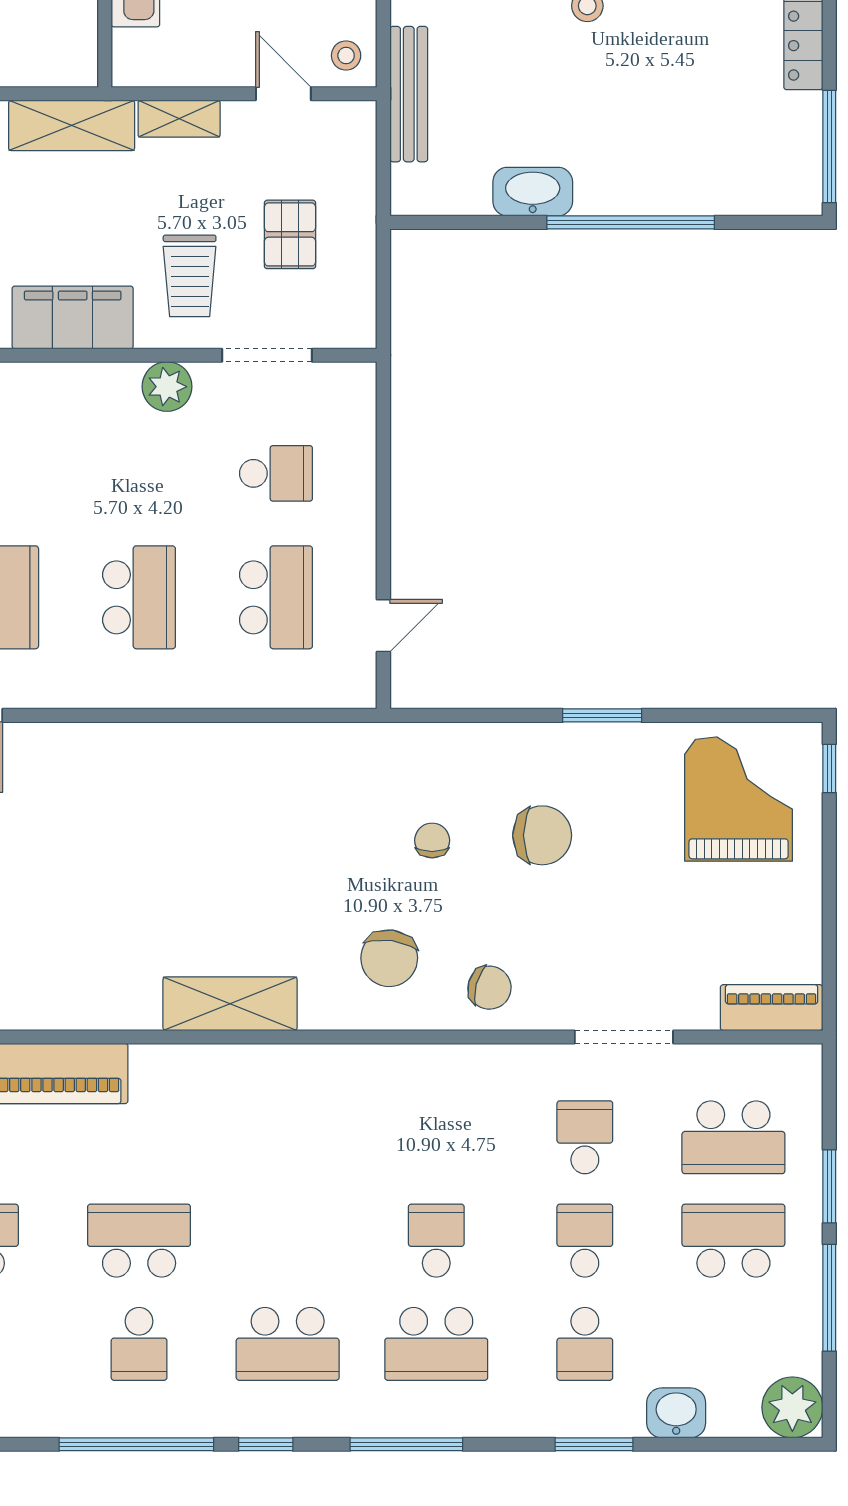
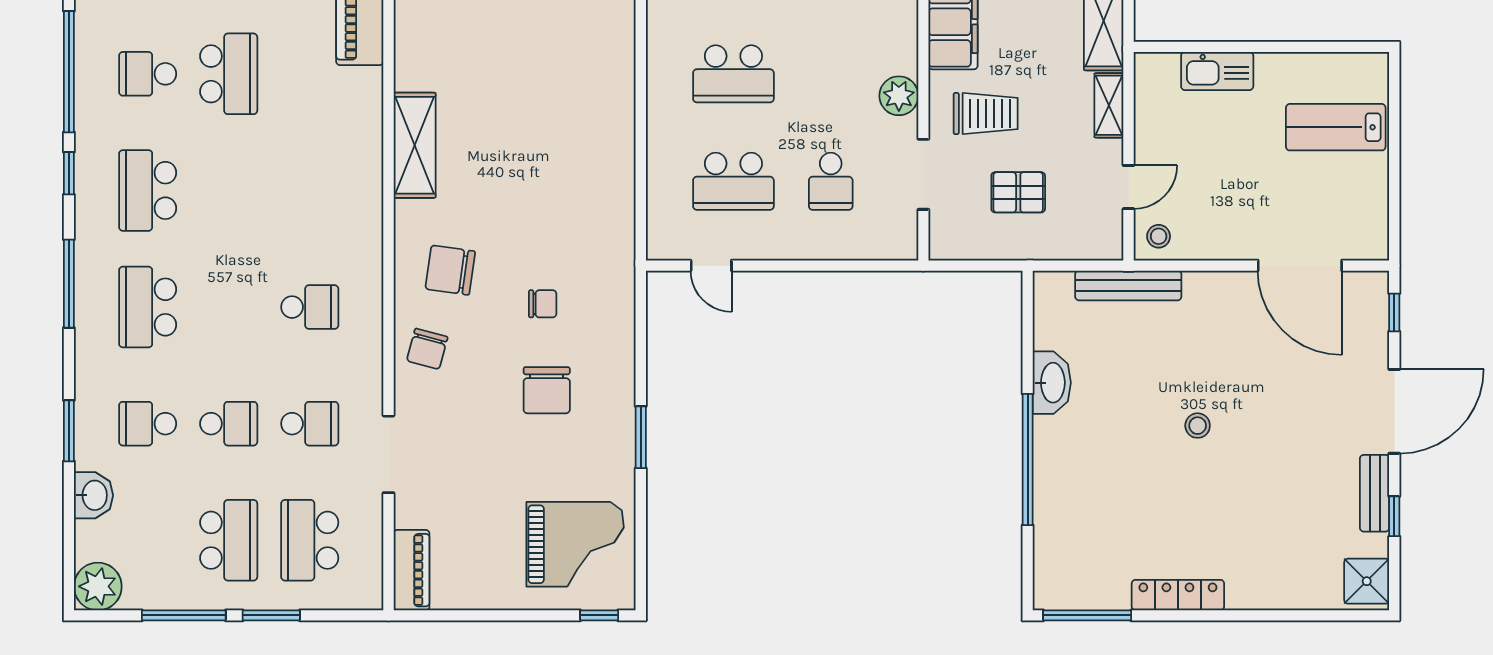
trolley: (190, 276) -> (986, 114), turned 180
school desk: (436, 1241) -> (310, 307), moved

